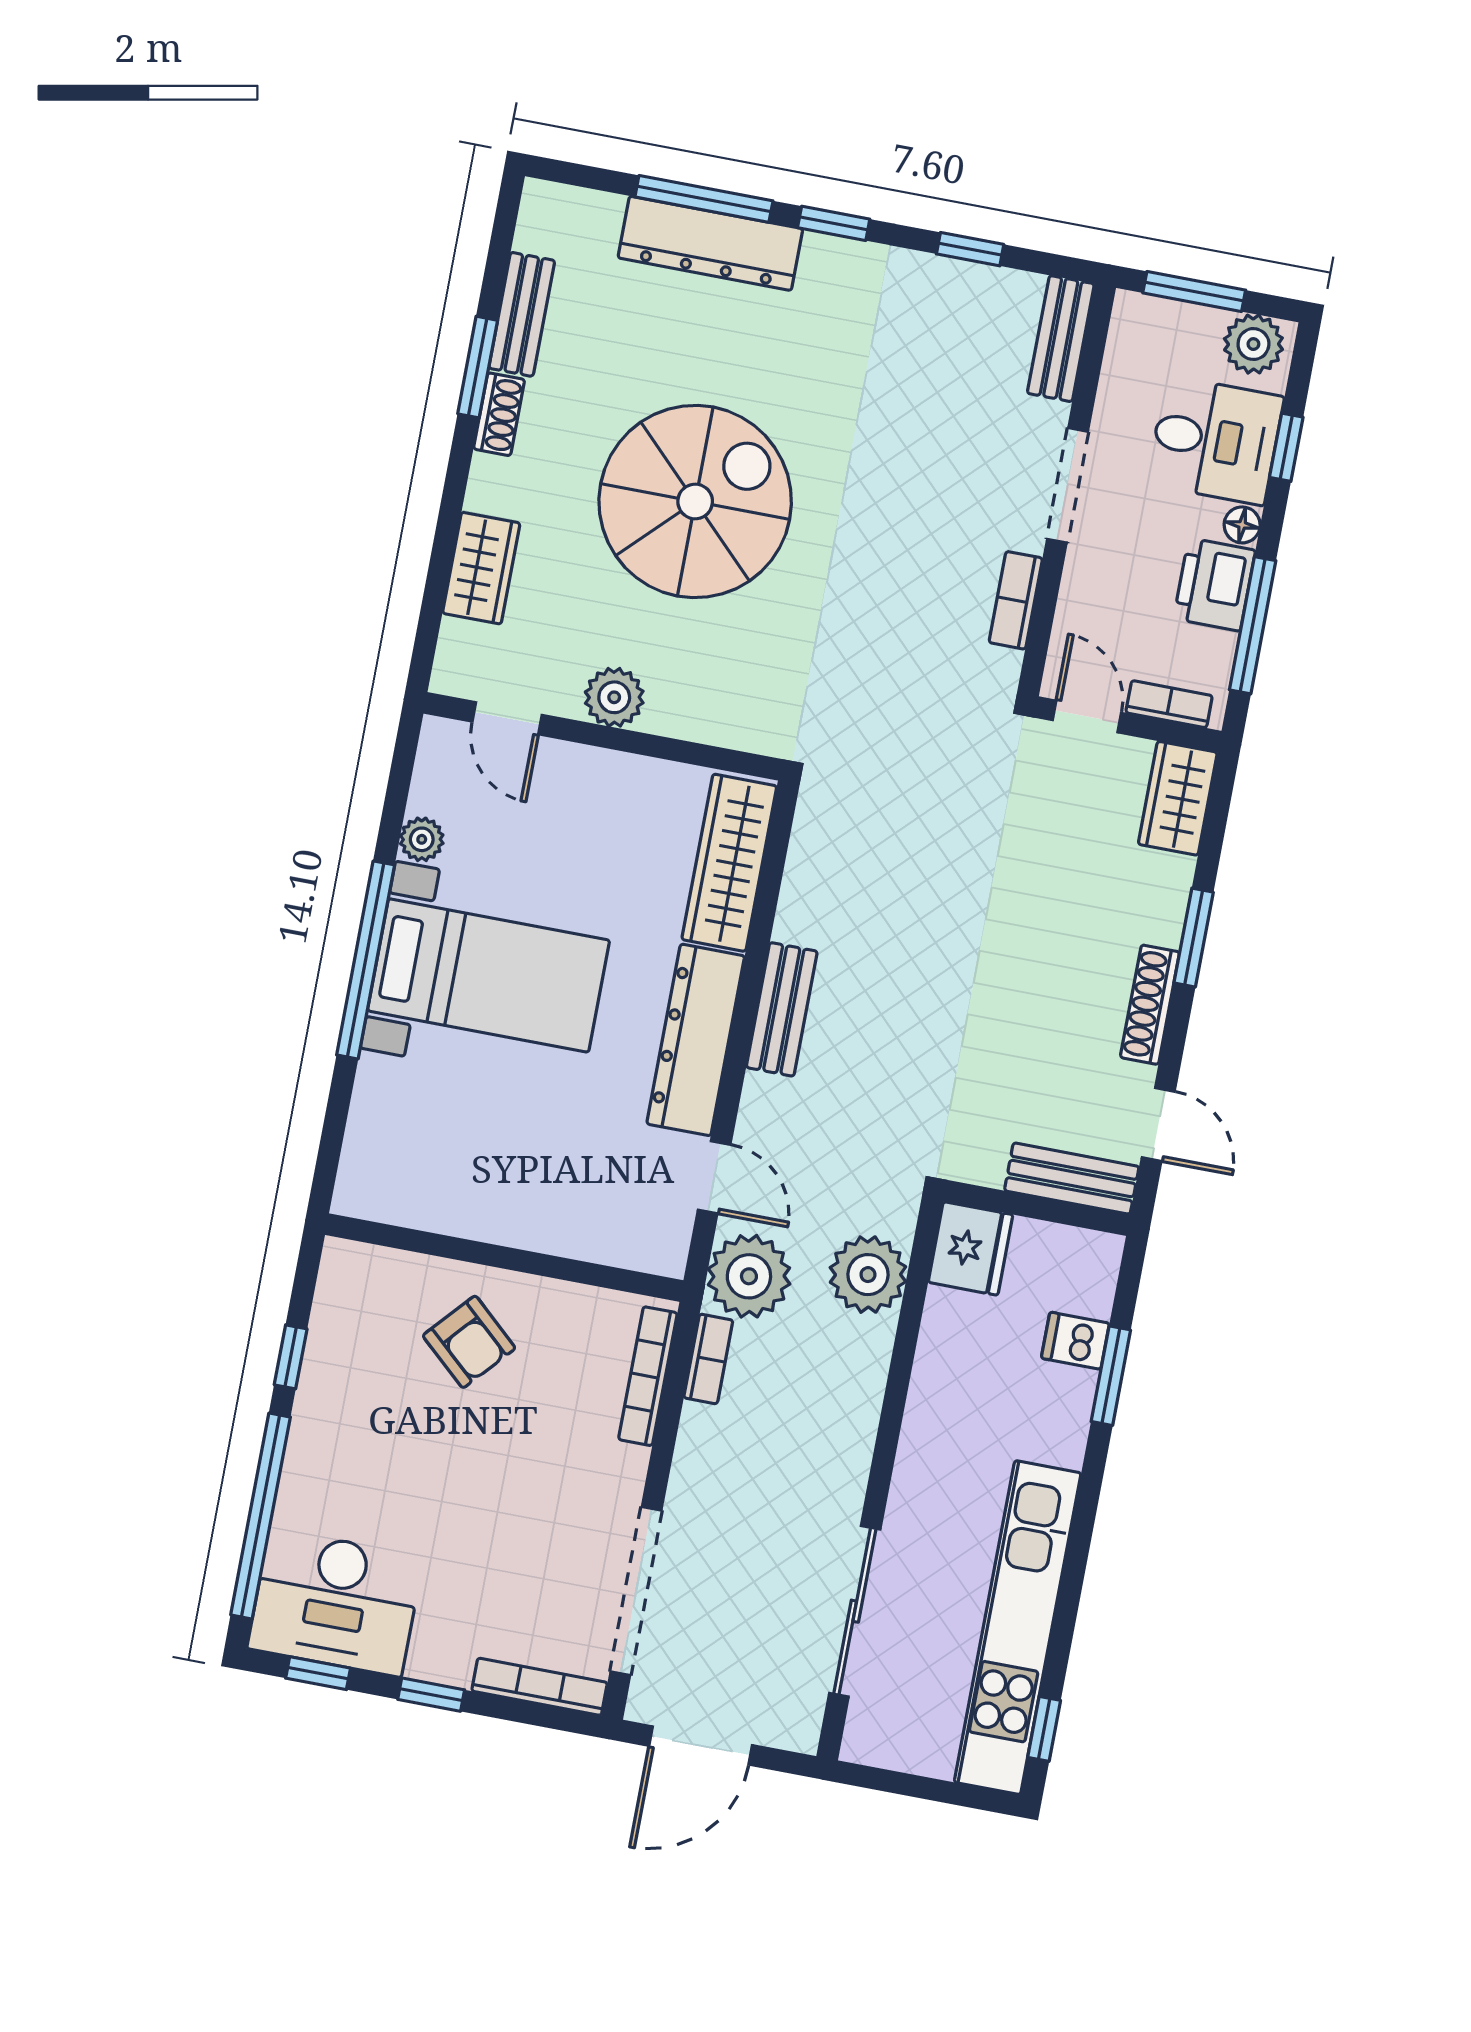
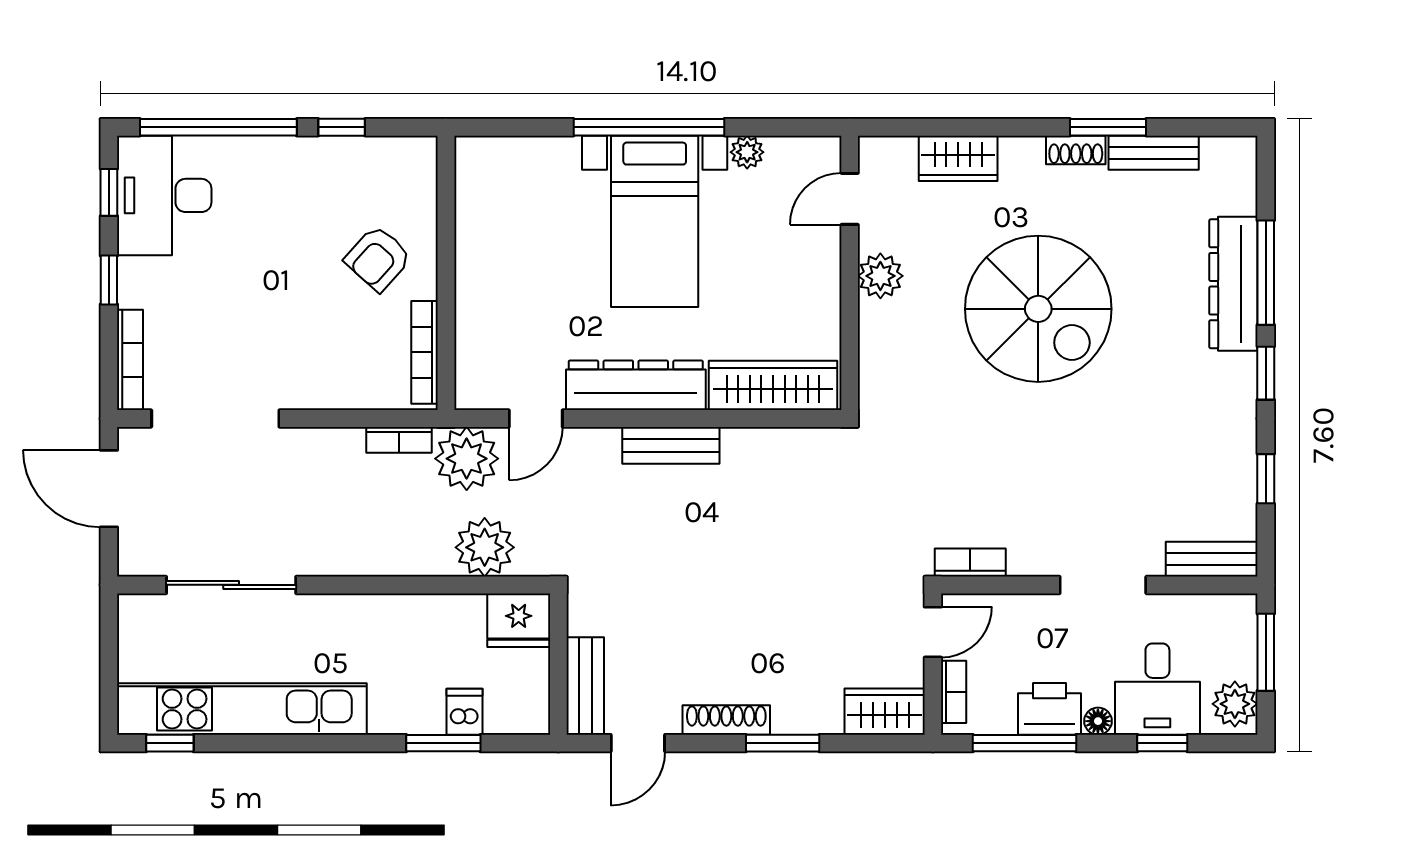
bookcase: (1016, 600) -> (970, 562), moved
bookcase: (648, 1376) -> (424, 352), moved, turned -90

